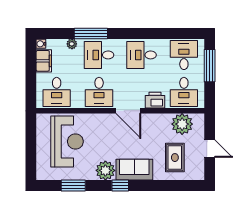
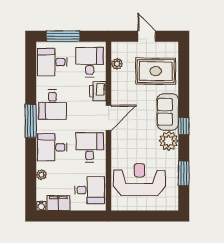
window: (91, 33) -> (31, 121), moved
desk: (99, 55) -> (52, 147), turned 90
desk: (99, 92) -> (90, 147), turned -90
desk: (184, 92) -> (90, 62), turned -90
plant: (182, 124) -> (117, 64), width x0.53, depth x0.53
door: (210, 149) -> (147, 36), hinge flipped
rug: (175, 158) -> (156, 71), width x1.36, depth x1.43

